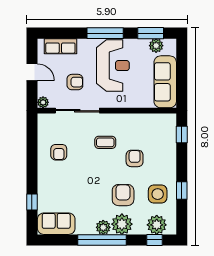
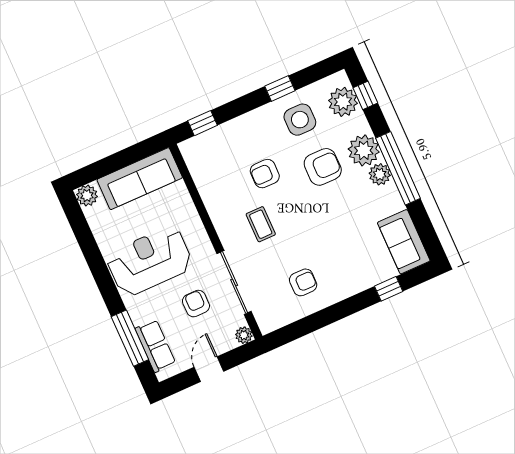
window: (105, 33) -> (130, 338), moved
window: (151, 33) -> (81, 229), removed
plant: (156, 46) -> (87, 195), moved
armchair: (123, 195) -> (323, 167), turned 180

